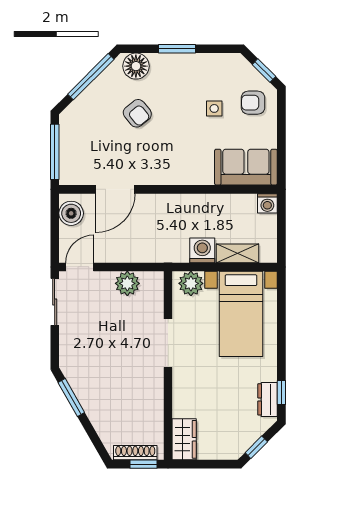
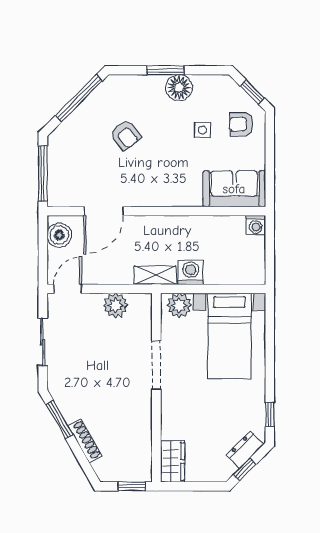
floor lamp: (136, 66) -> (179, 88), moved
shelving: (237, 253) -> (155, 275), moved
sliding door: (55, 302) -> (43, 342), moved
dresser: (268, 399) -> (245, 450), moved, turned 45
shoe rack: (135, 453) -> (85, 441), moved, turned 60

